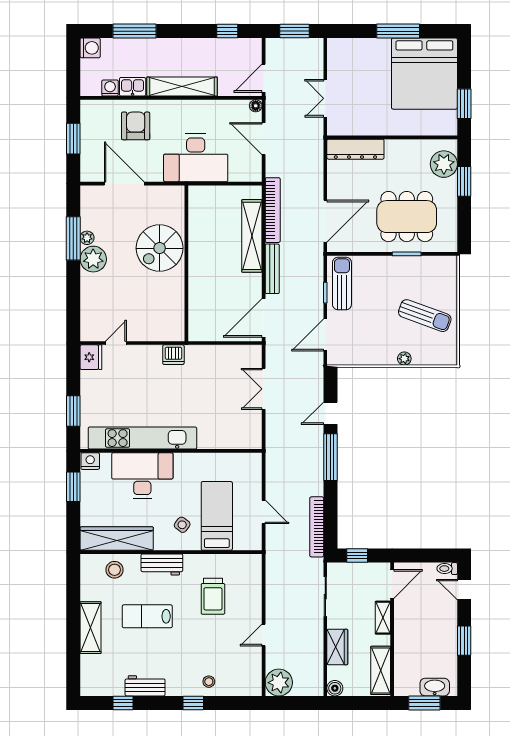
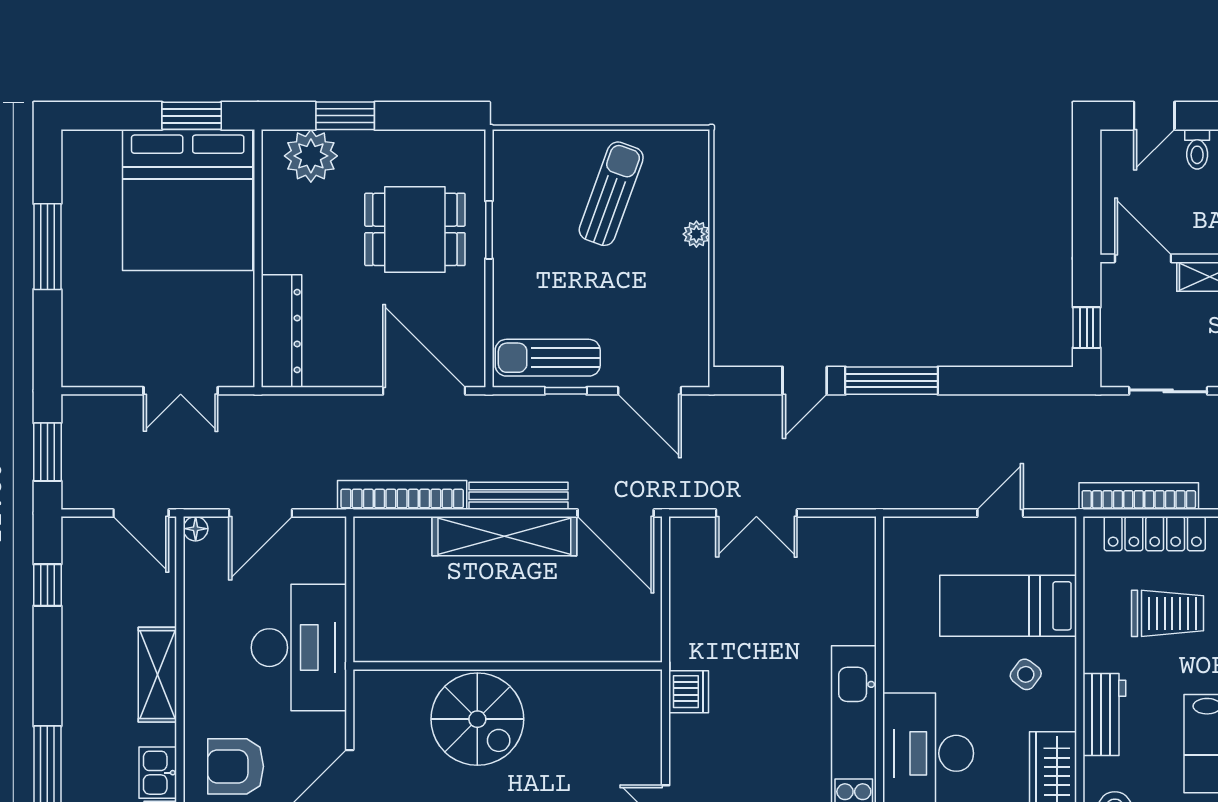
bed: (424, 74) -> (188, 200), moved, turned 90
shelving: (182, 87) -> (157, 675), width x0.68
dining table: (407, 217) -> (415, 229), width x0.73
shelving: (252, 236) -> (504, 536), moved
door: (330, 413) -> (805, 381), hinge flipped
bookcase: (317, 527) -> (1139, 496), moved, turned 180
toilet: (447, 569) -> (1197, 149), moved
locker: (253, 590) -> (1155, 534), added

